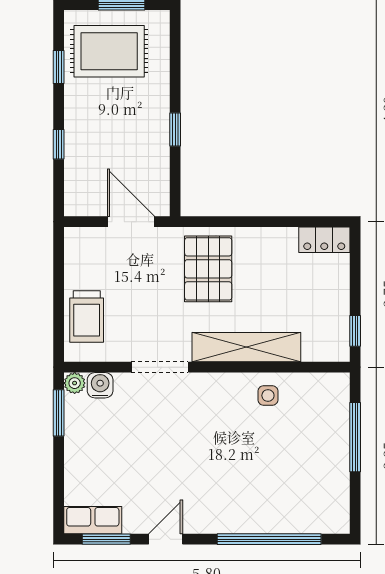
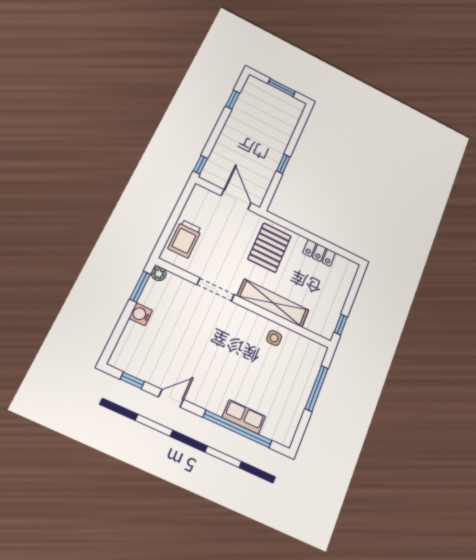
rug: (109, 51) -> (264, 106), removed
window: (59, 144) -> (200, 165), moved
locker: (324, 240) -> (319, 253), moved
water cooler: (100, 385) -> (141, 314), moved, turned -90
row of seats: (93, 520) -> (244, 417), moved
window: (106, 539) -> (132, 380), width x0.67

